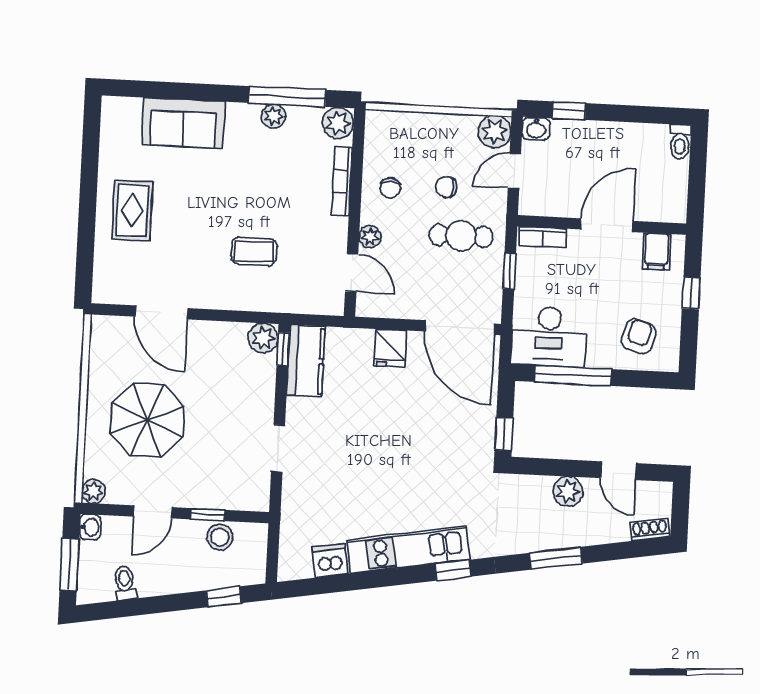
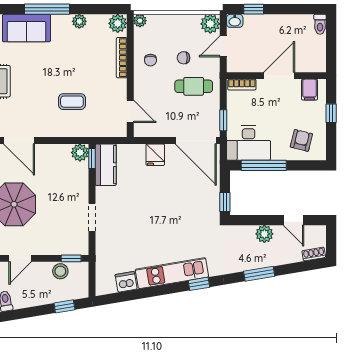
window: (287, 96) -> (47, 9), moved
plant: (370, 237) -> (140, 21), moved
window: (509, 271) -> (223, 120), moved
window: (208, 515) -> (71, 258), moved

